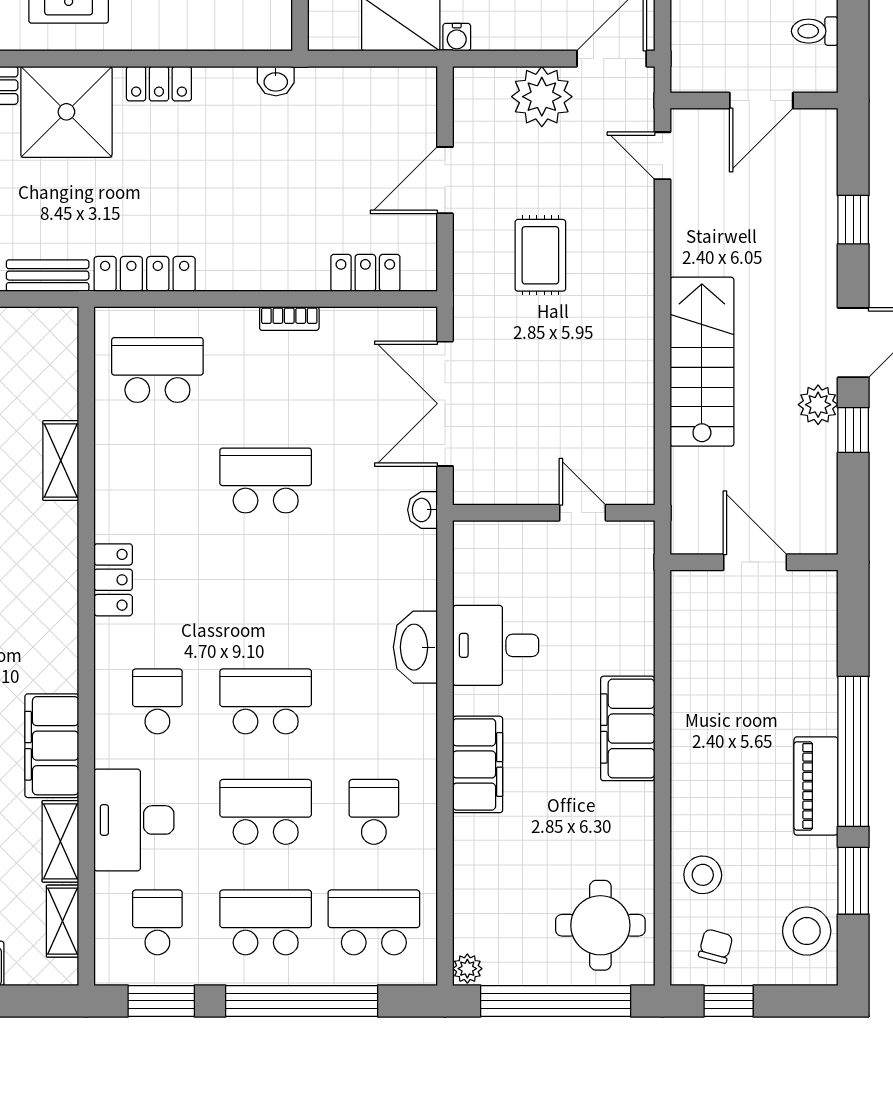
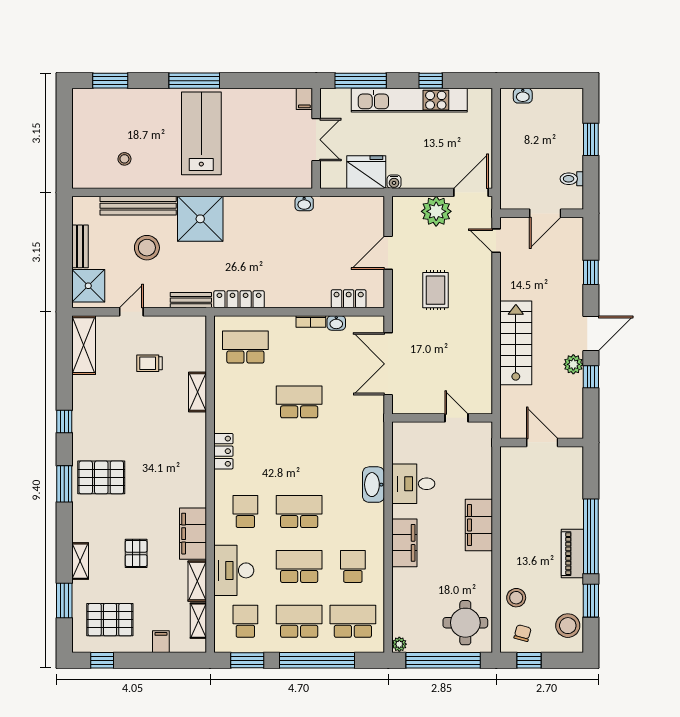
locker: (159, 84) -> (246, 205), removed
washbasin: (423, 510) -> (336, 323), moved, turned -90

